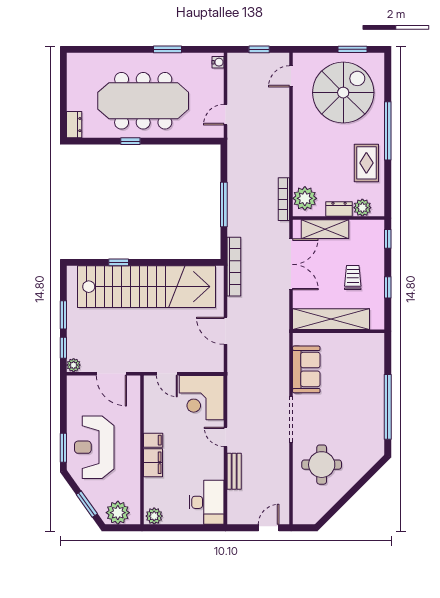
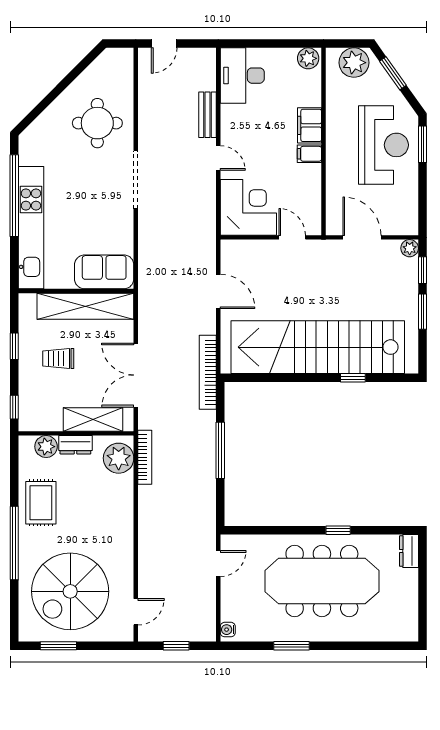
trolley: (353, 278) -> (58, 358), turned 90
sofa: (306, 369) -> (104, 272), moved, turned 90
kitchen unit: (374, 381) -> (31, 228), added

